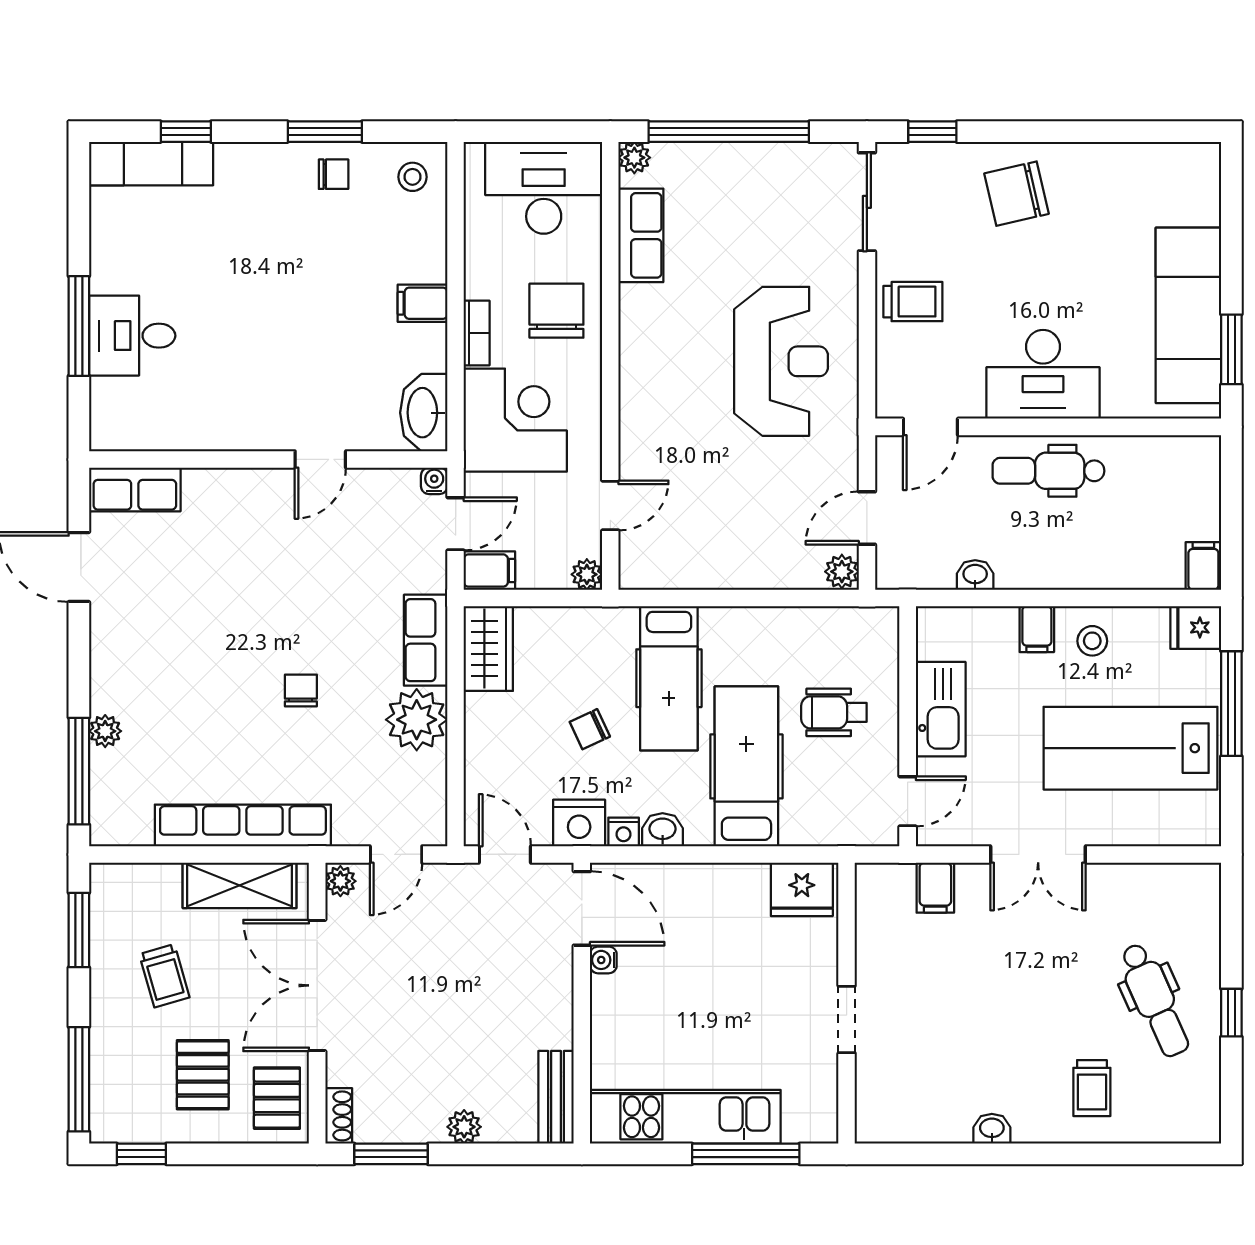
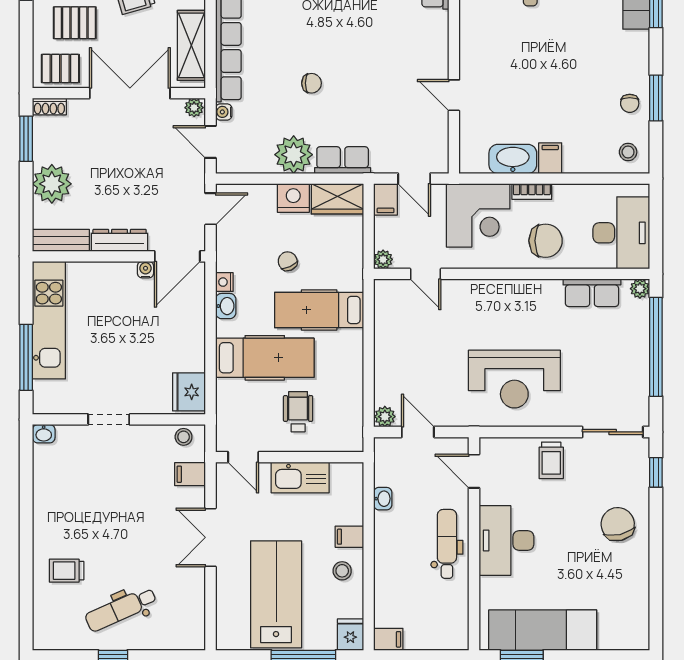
washbasin: (424, 413) -> (513, 159), moved
water cooler: (434, 481) -> (224, 112), moved, turned 180
nightstand: (579, 823) -> (293, 198), moved, turned 90
stool: (875, 898) -> (184, 437), added
dresser: (556, 1002) -> (120, 240), added
plant: (464, 1127) -> (52, 184), width x1.87, depth x1.87
washbasin: (992, 1129) -> (44, 434), moved, turned 90

